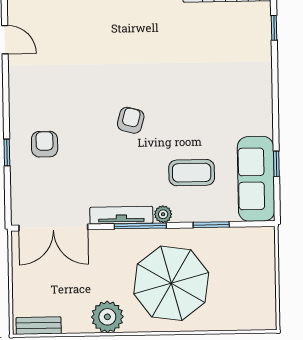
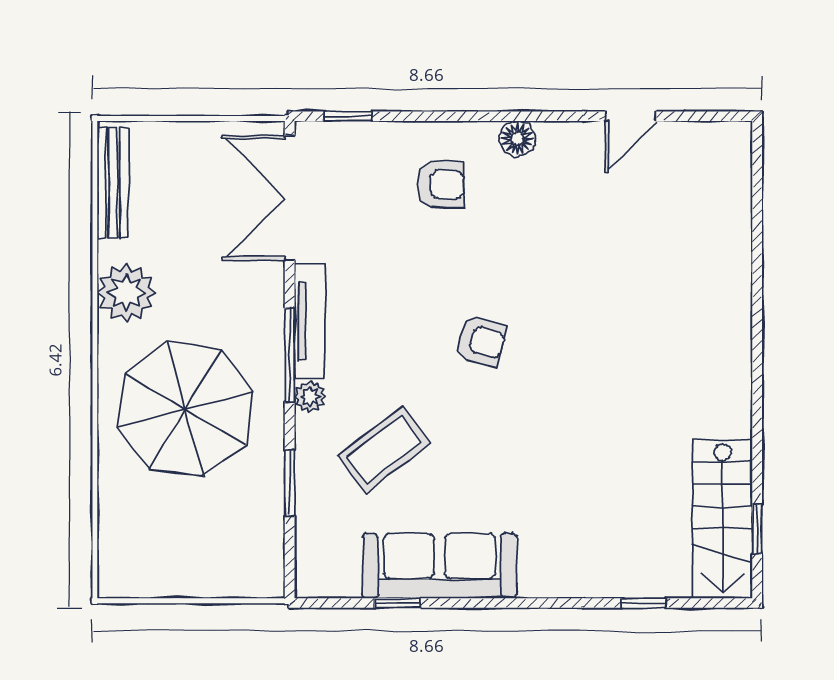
floor lamp: (18, 102) -> (517, 139), added
window: (7, 153) -> (348, 116), moved
coffee table: (192, 173) -> (384, 450), turned 53
sofa: (256, 179) -> (439, 566), moved
bench: (39, 326) -> (113, 183), width x1.36

